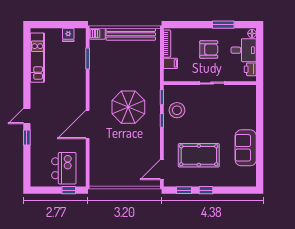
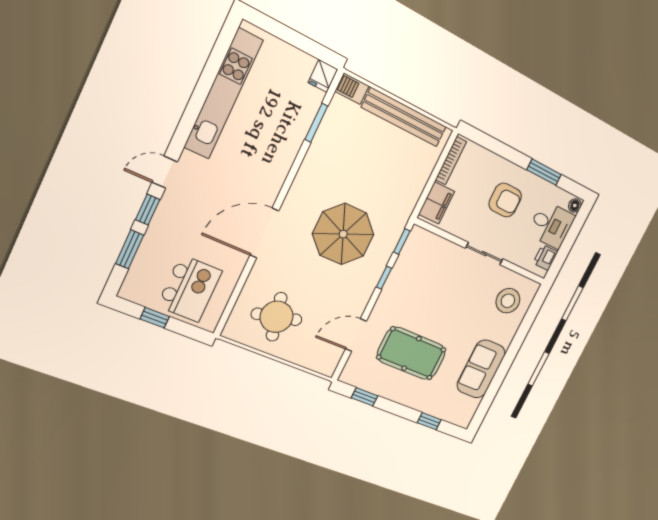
fridge: (68, 35) -> (323, 76), moved
kitchen unit: (37, 58) -> (223, 94), width x1.36
filing cabinet: (170, 63) -> (436, 203), width x2.00
stool: (177, 110) -> (508, 301), moved
window: (27, 161) -> (130, 249), added
round table: (114, 165) -> (277, 317), added
door: (162, 170) -> (356, 335), moved
window: (69, 190) -> (155, 318), moved
window: (206, 190) -> (429, 421), moved

